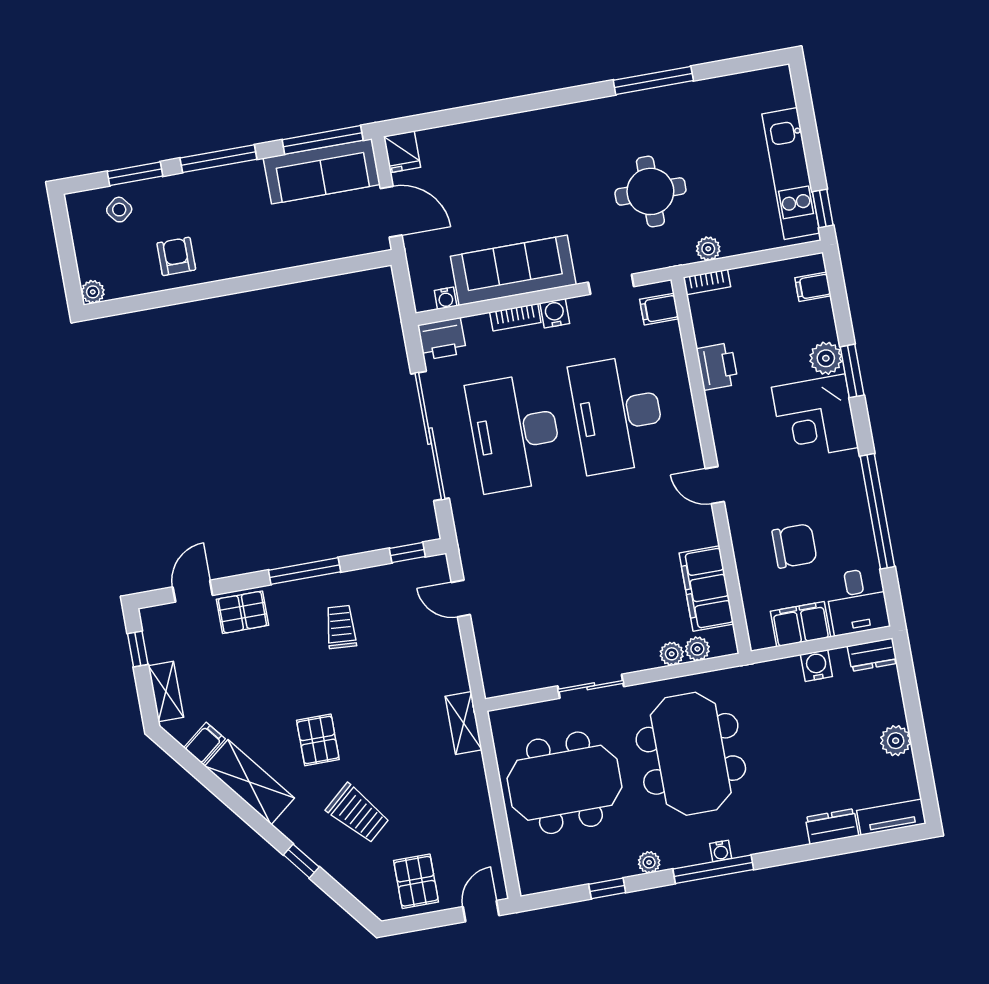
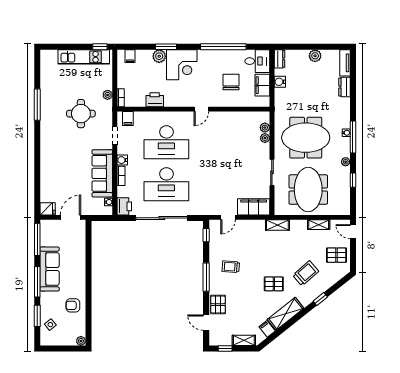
sofa: (322, 171) -> (50, 269), moved
filing cabinet: (706, 589) -> (254, 207), moved, turned 180
shelving: (483, 824) -> (319, 225), added

